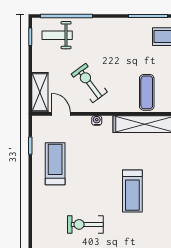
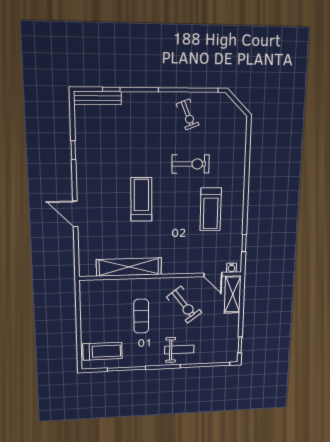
weight bench: (57, 35) -> (179, 350), moved
exercise mat: (147, 92) -> (141, 316), moved
water cooler: (97, 120) -> (231, 268), moved
treadmill: (55, 164) -> (211, 209), moved

